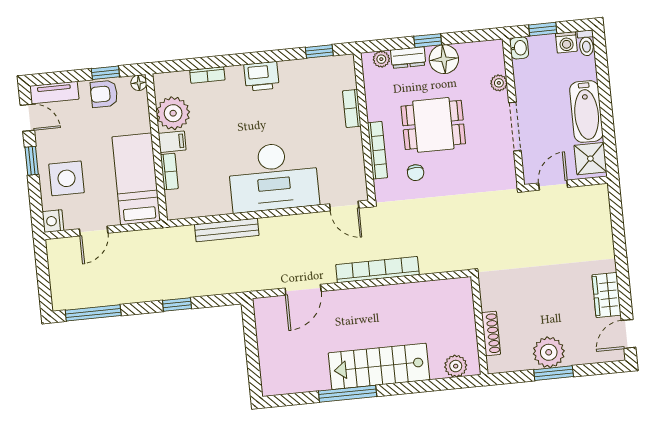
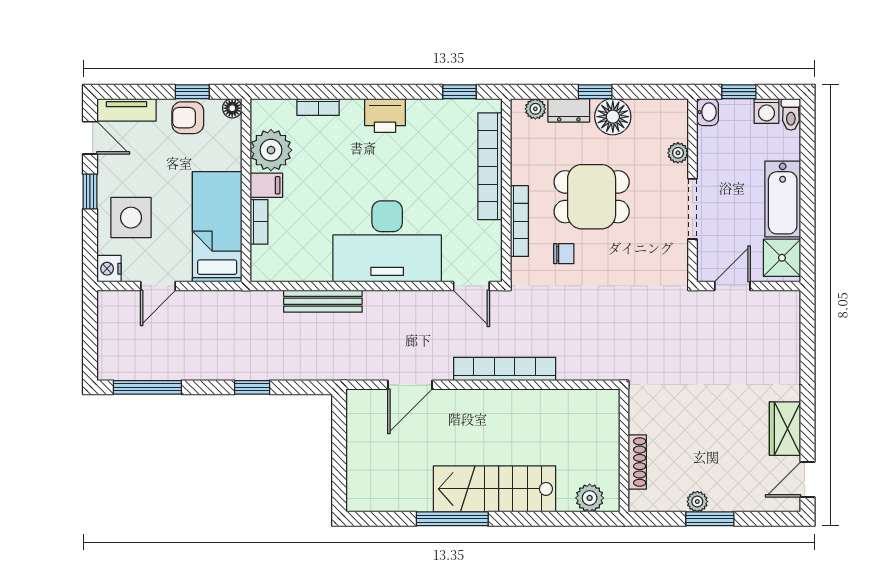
bookcase: (352, 108) -> (490, 166), width x2.31, depth x1.31
chair: (416, 173) -> (564, 254), turned -90
plant: (549, 352) -> (697, 502), width x0.53, depth x0.53

